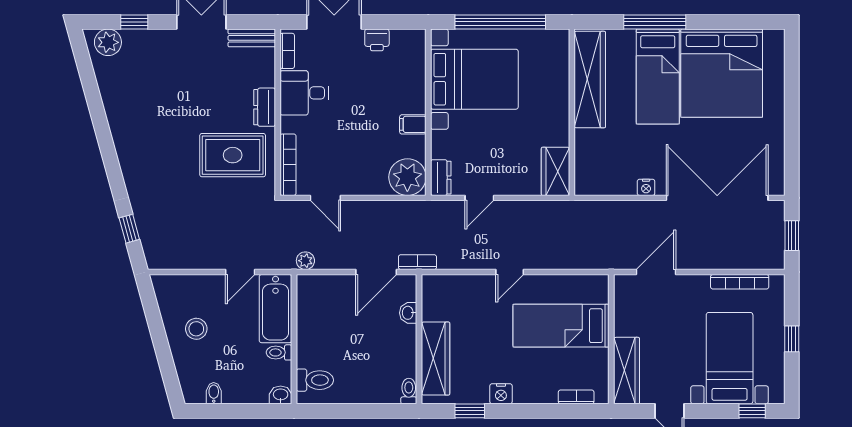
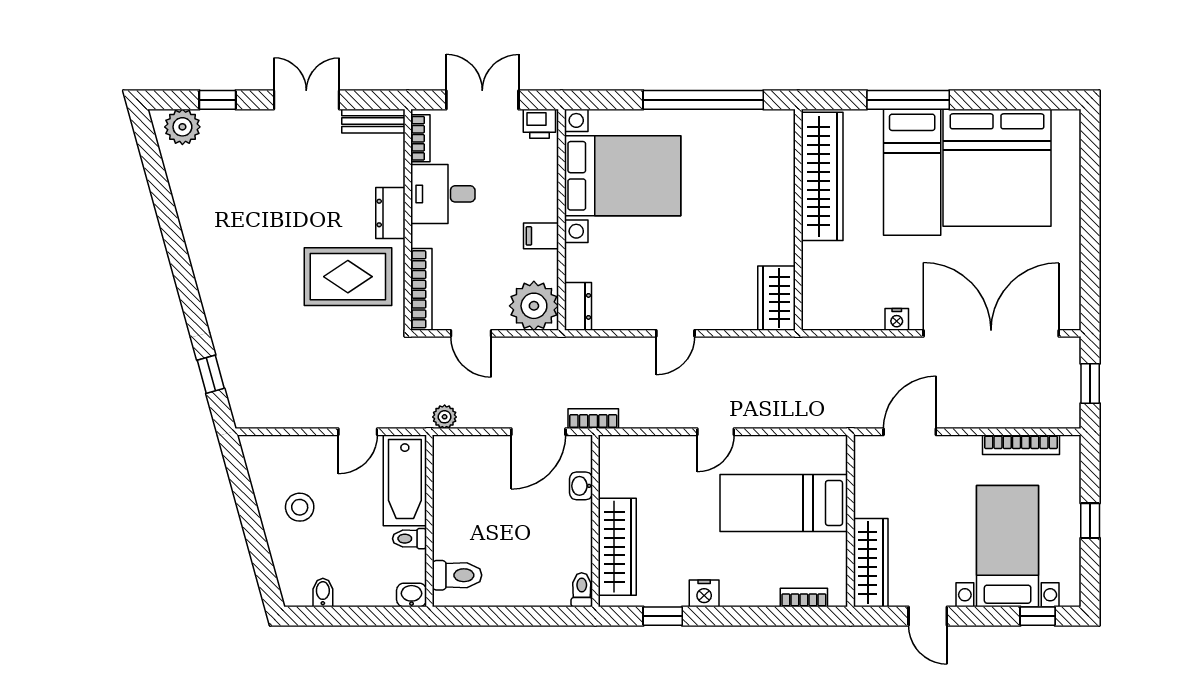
bed with nightstands: (474, 79) -> (623, 176), moved
wall: (428, 112) -> (562, 220), moved
filing cabinet: (413, 124) -> (541, 236), moved
plant: (407, 177) -> (534, 306), moved
dresser: (441, 178) -> (578, 306), moved

